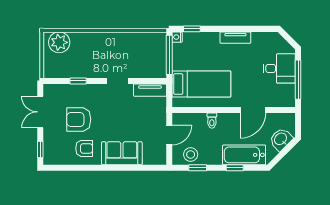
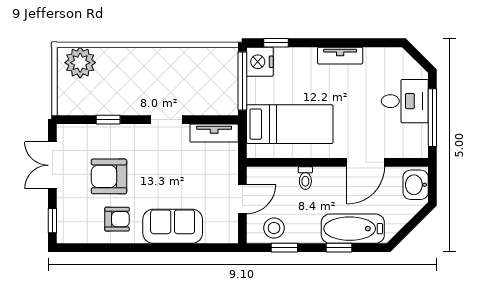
nightstand: (177, 37) -> (260, 62), width x1.89, depth x1.79
washbasin: (281, 139) -> (416, 185), moved, turned -45

